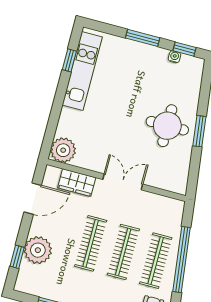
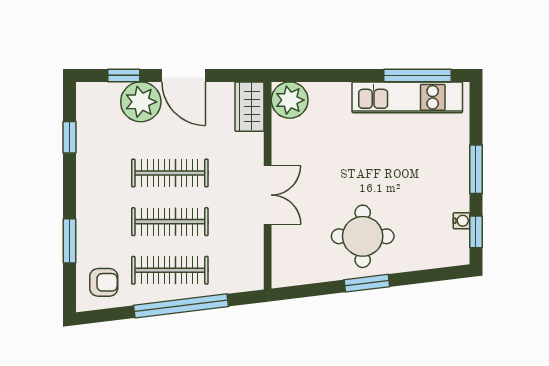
window: (69, 60) -> (418, 75), width x2.17
wardrobe: (77, 183) -> (249, 107), moved
door: (33, 199) -> (184, 75), moved

